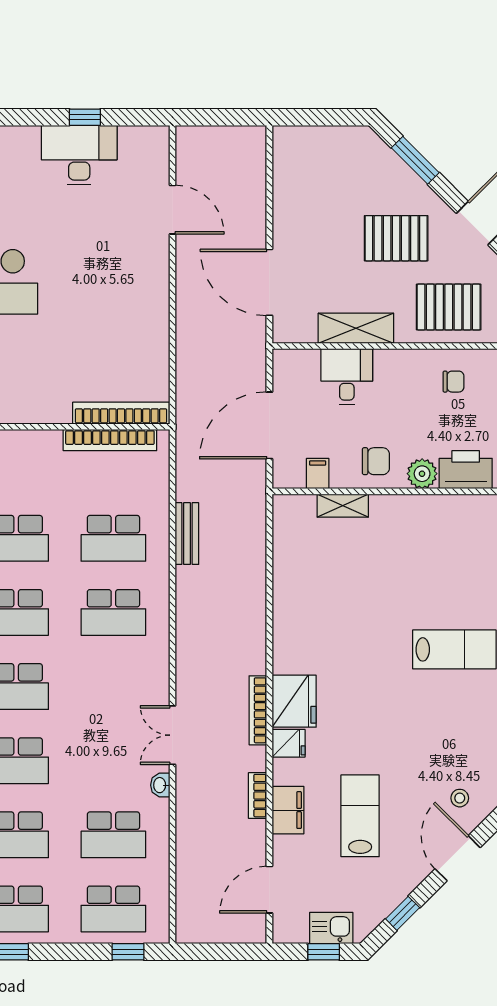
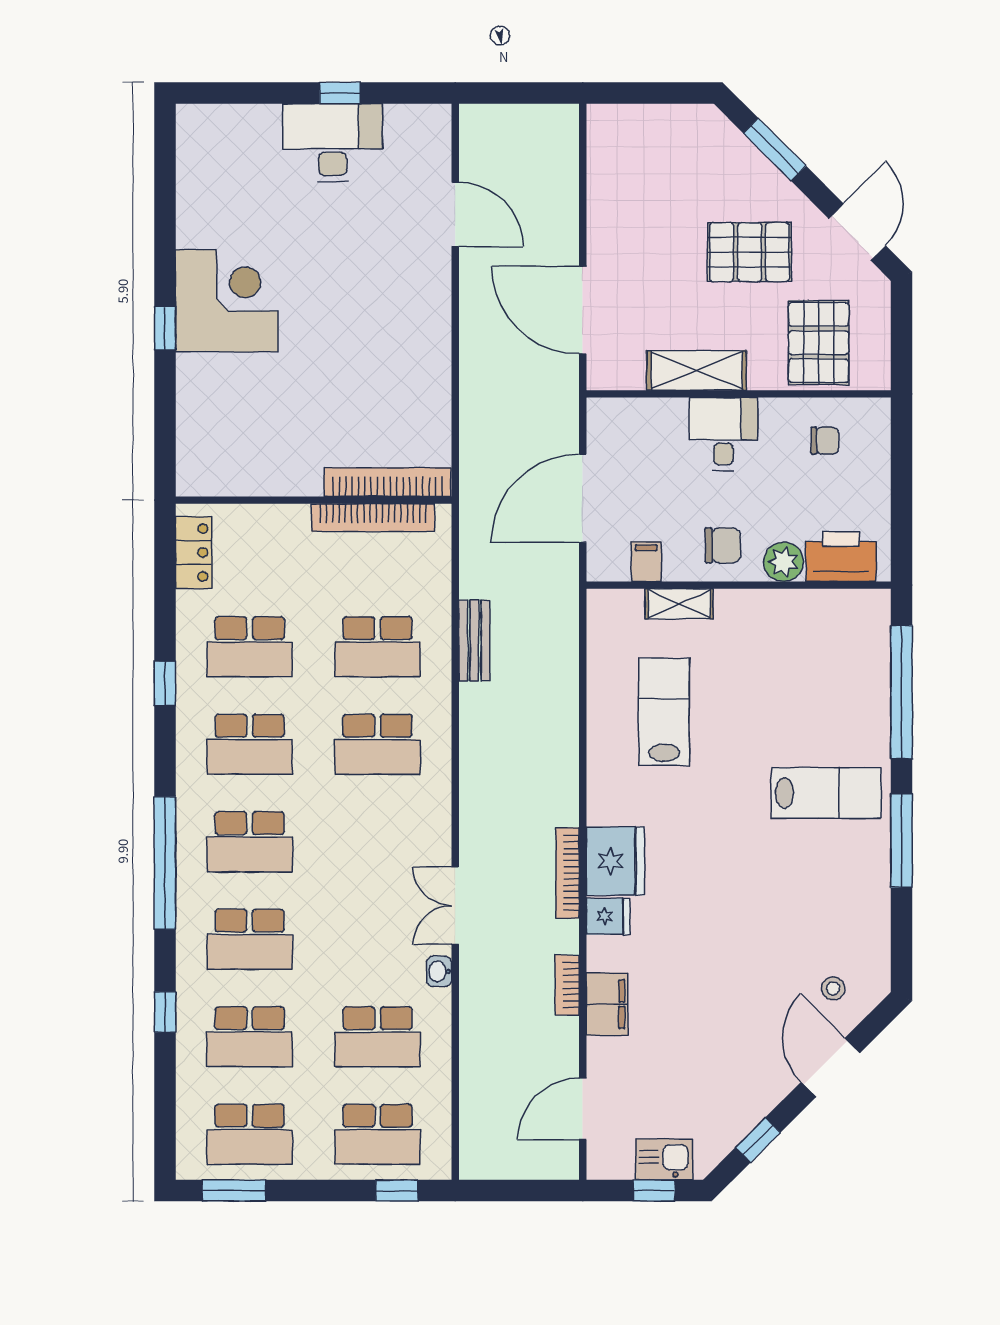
pallet: (449, 307) -> (819, 343), turned 90
desk: (347, 377) -> (723, 434), moved
lab bench: (360, 816) -> (664, 712), moved

